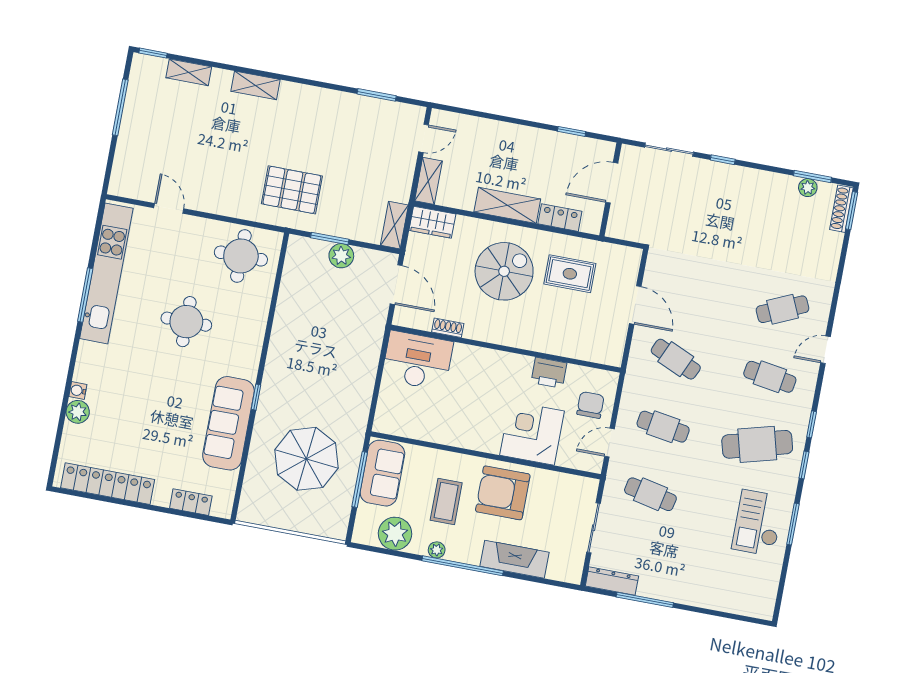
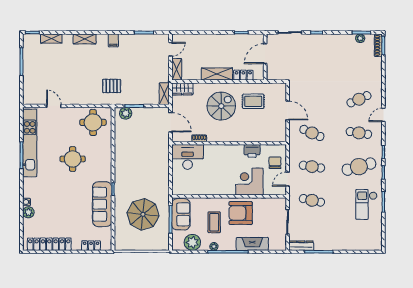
filing cabinet: (312, 99) -> (113, 40), added
pallet: (292, 190) -> (112, 86), width x0.67, depth x0.71
plant: (341, 256) -> (126, 113), moved

